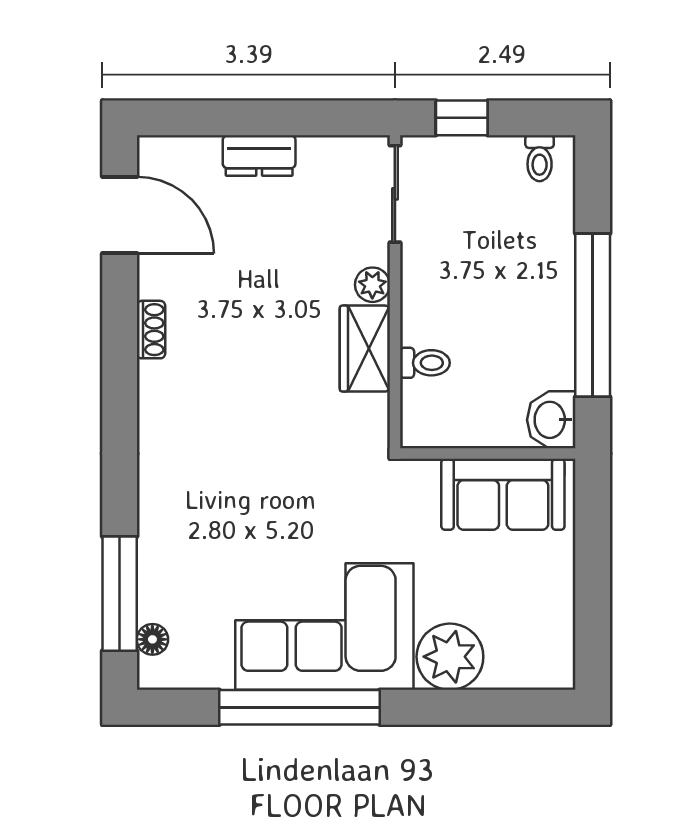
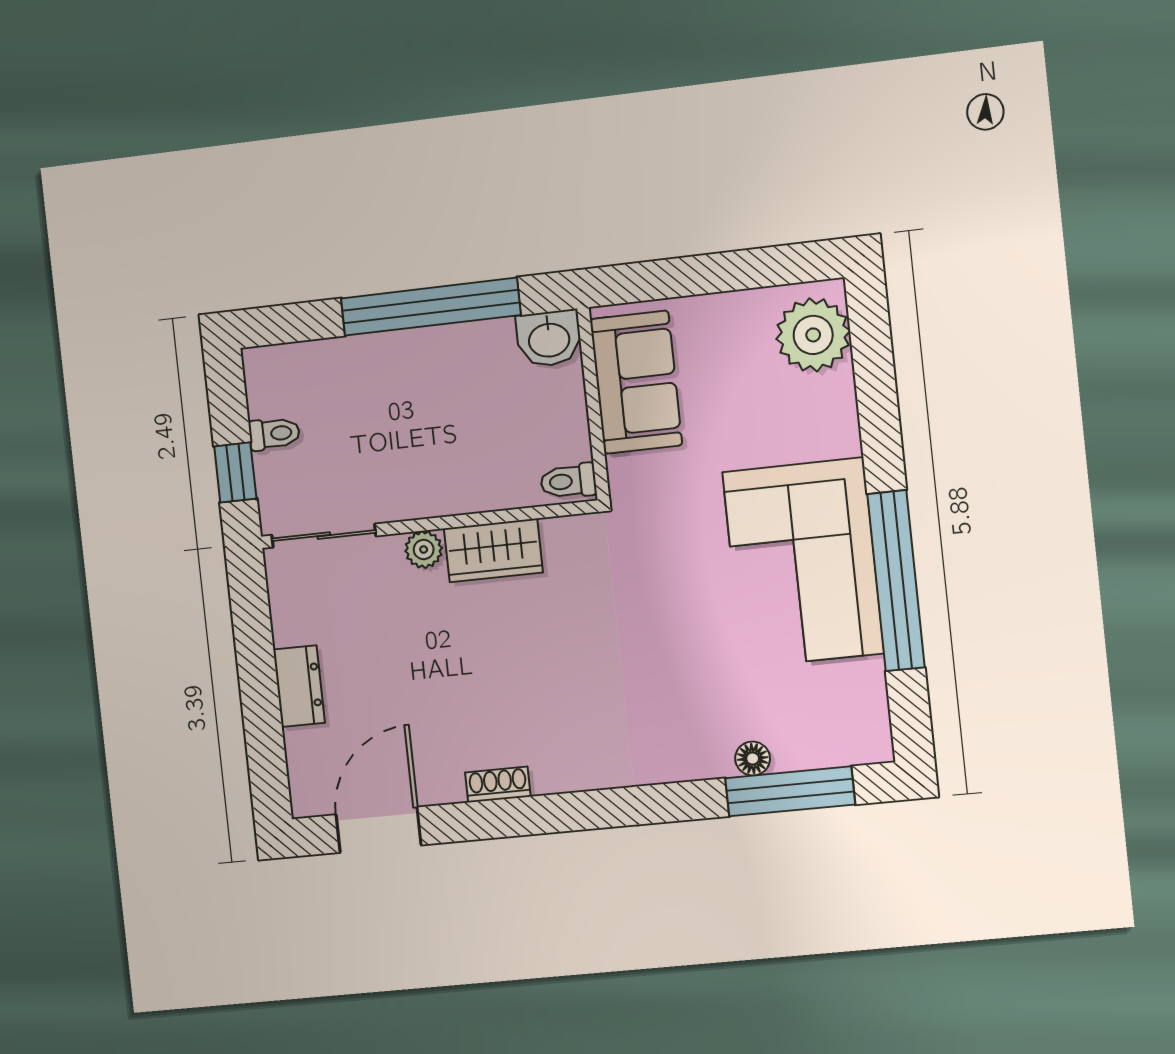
toilet: (540, 158) -> (274, 434), moved
toilet: (425, 363) -> (568, 481), moved, turned -90
floor lamp: (152, 639) -> (753, 759), moved
plant: (450, 657) -> (813, 335), moved

